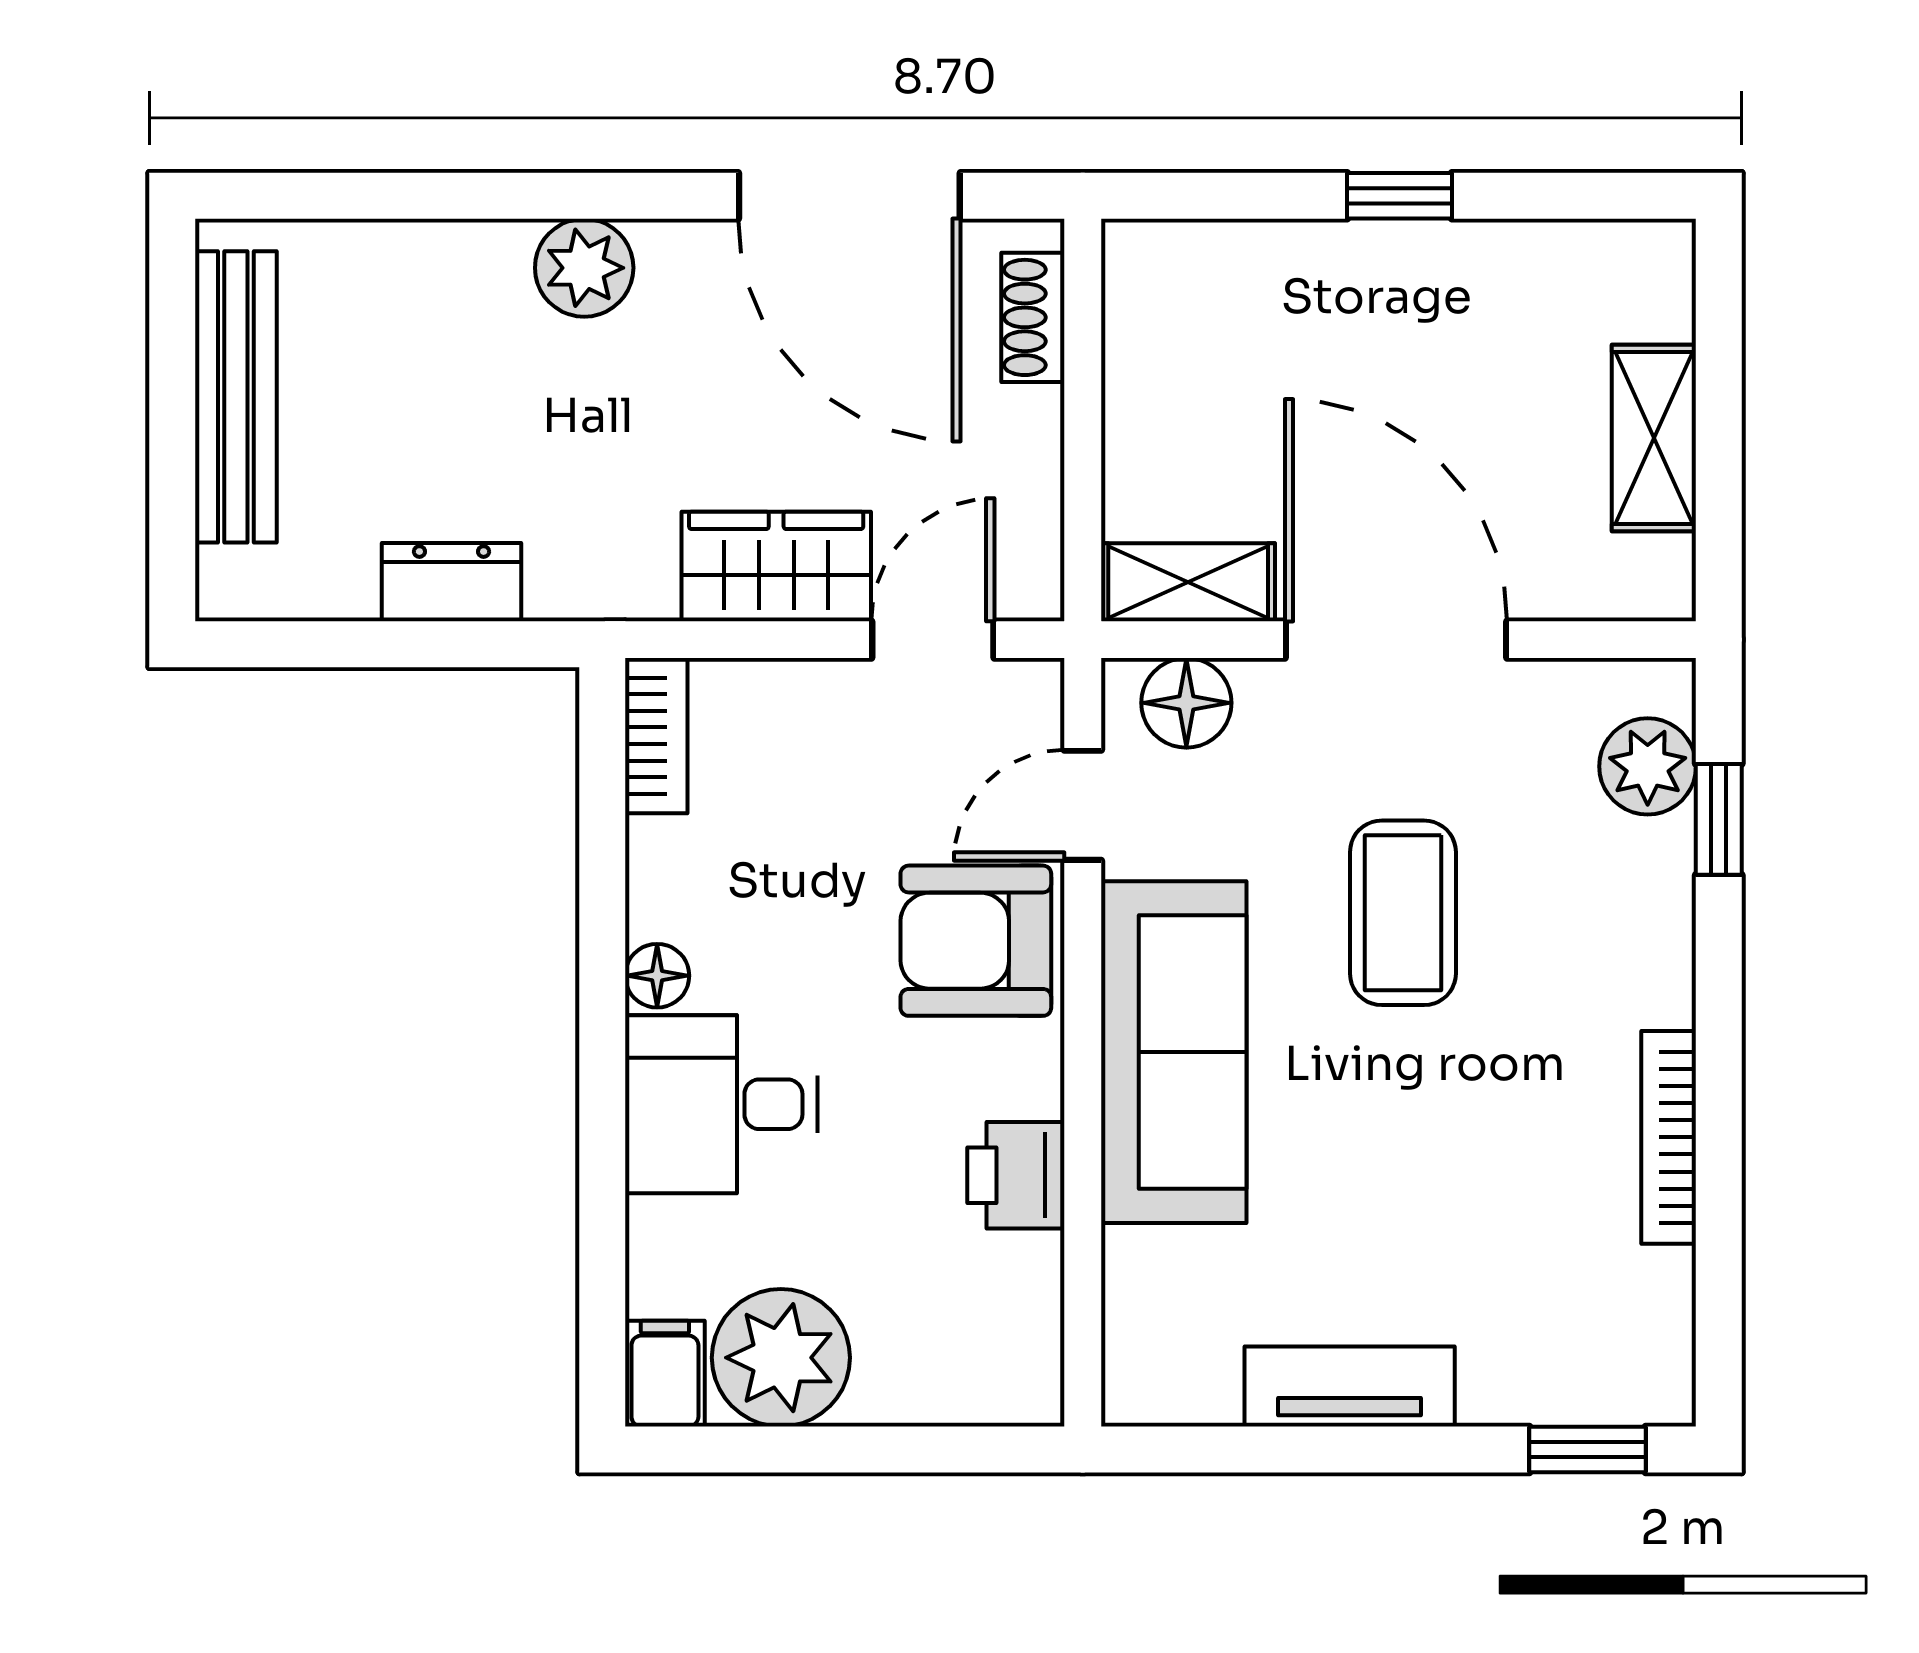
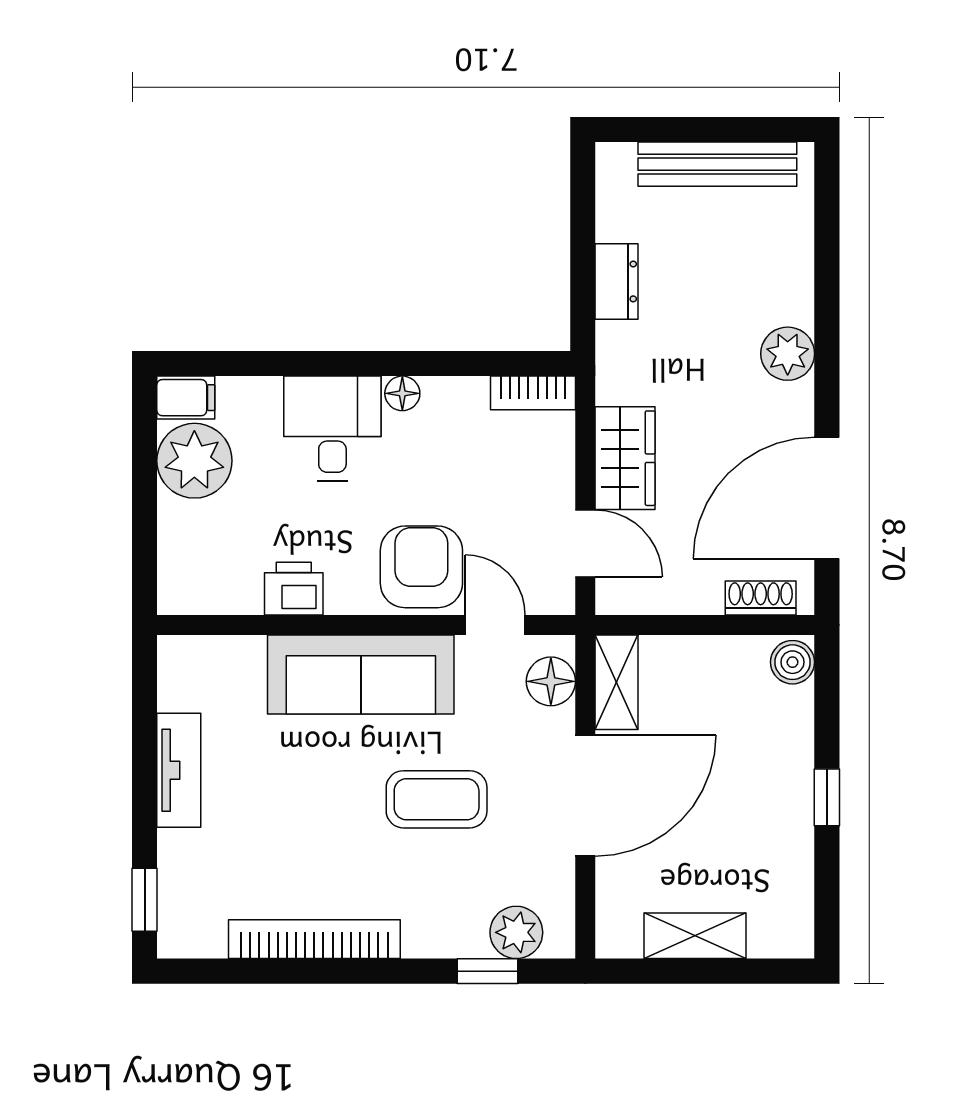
boiler: (1151, 259) -> (792, 662), added
bookcase: (1669, 1137) -> (314, 939), width x1.48, depth x1.31

